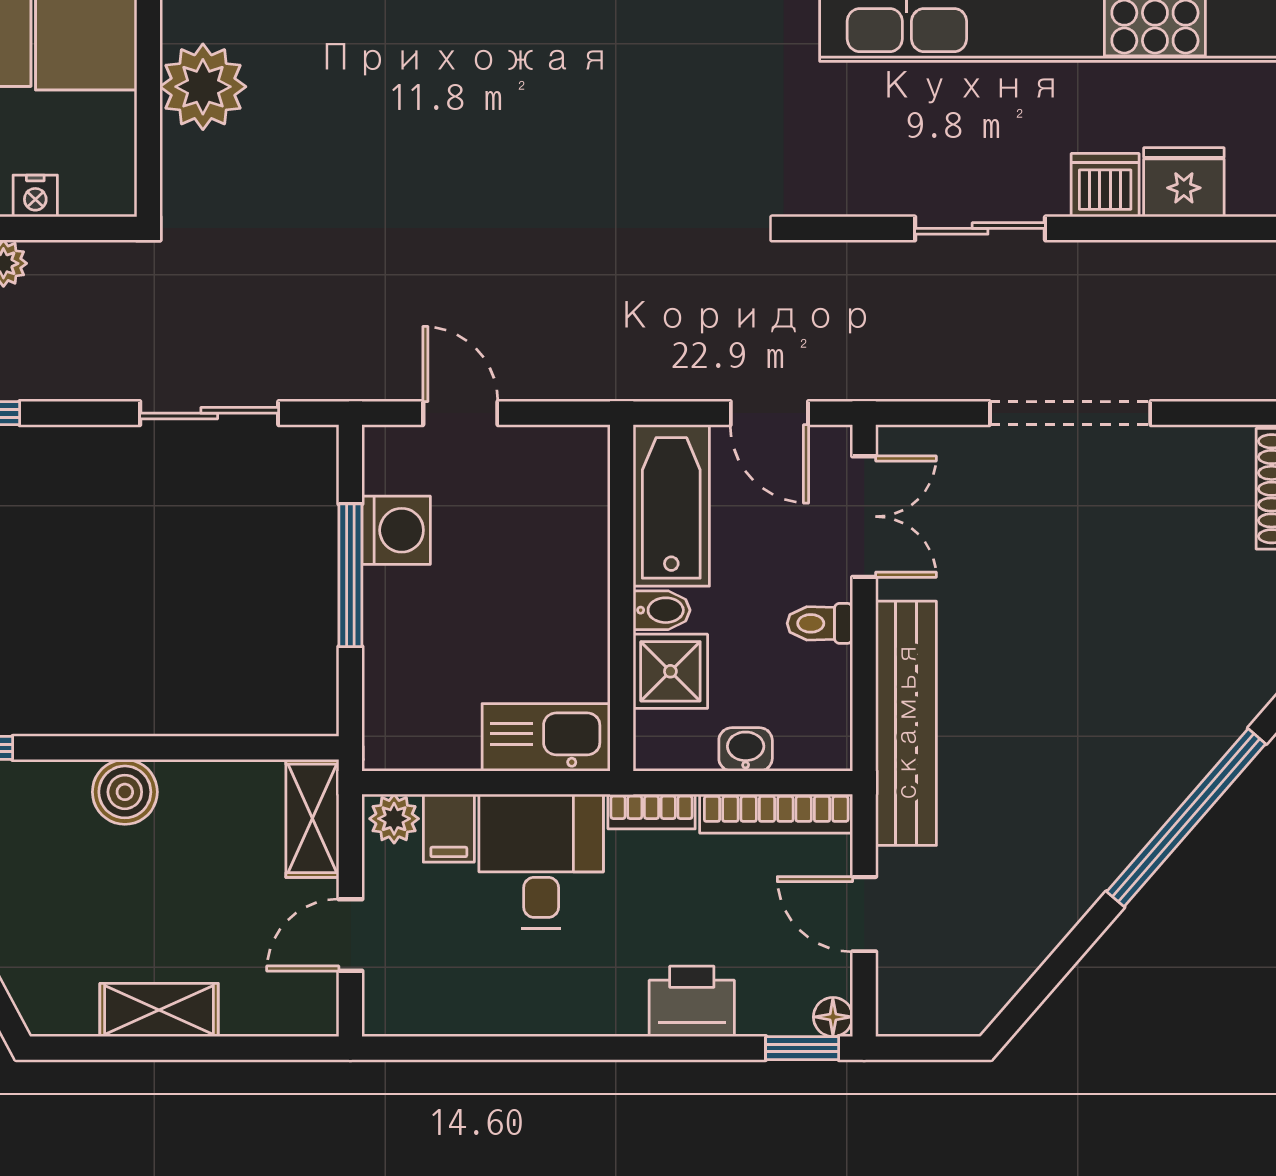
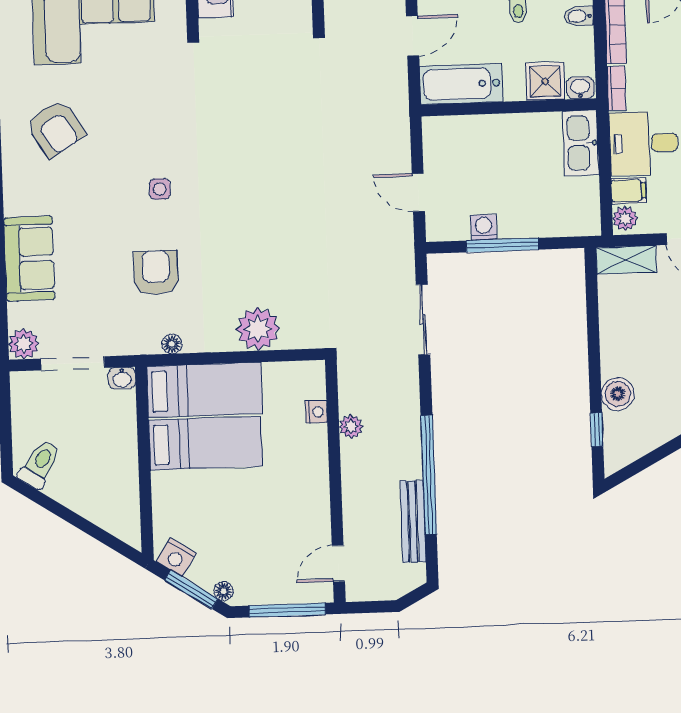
door: (460, 413) -> (418, 192), hinge flipped
washing machine: (396, 530) -> (484, 227), width x0.73, depth x0.73
bidet: (662, 610) -> (579, 16), moved, turned -90
washbasin: (746, 749) -> (580, 88), moved, turned 90
boiler: (125, 792) -> (618, 394), moved

